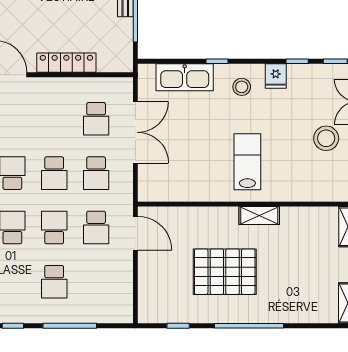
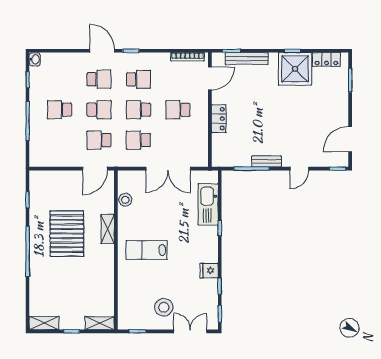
locker: (66, 63) -> (219, 119), width x0.66
stool: (242, 87) -> (125, 200), moved
school desk: (96, 119) -> (178, 110), moved
lab bench: (247, 162) -> (147, 250), turned 180
shelving: (259, 216) -> (108, 229), moved

